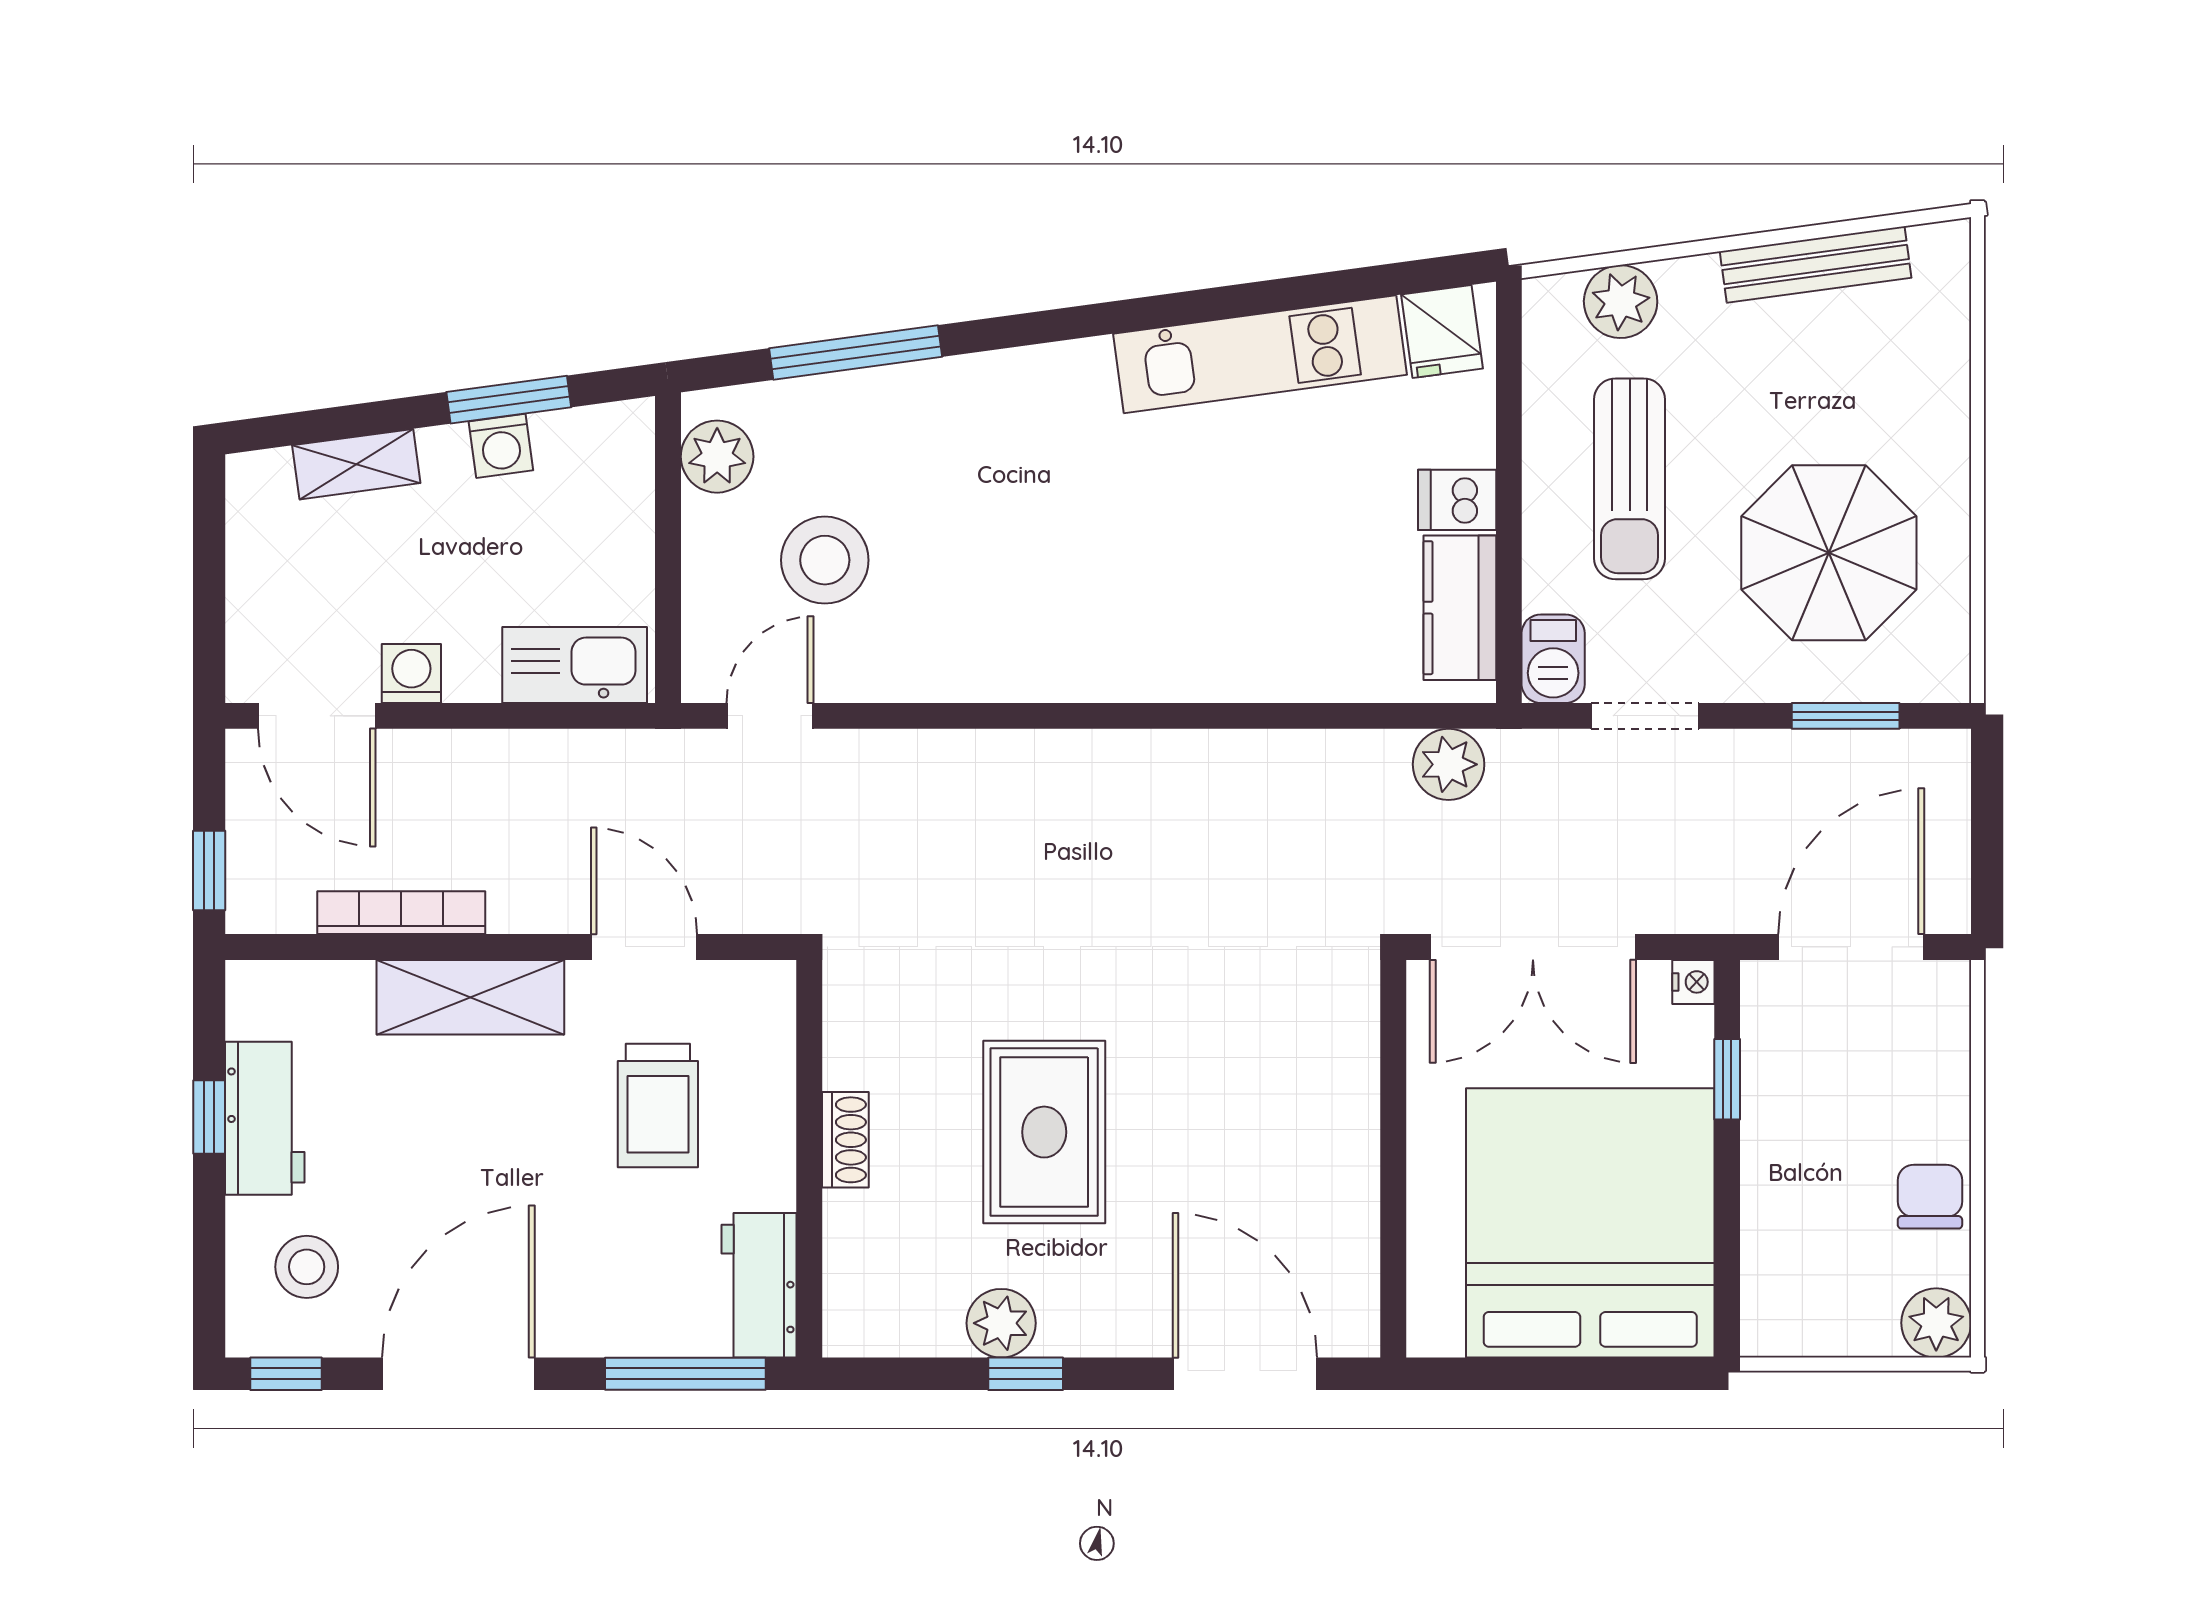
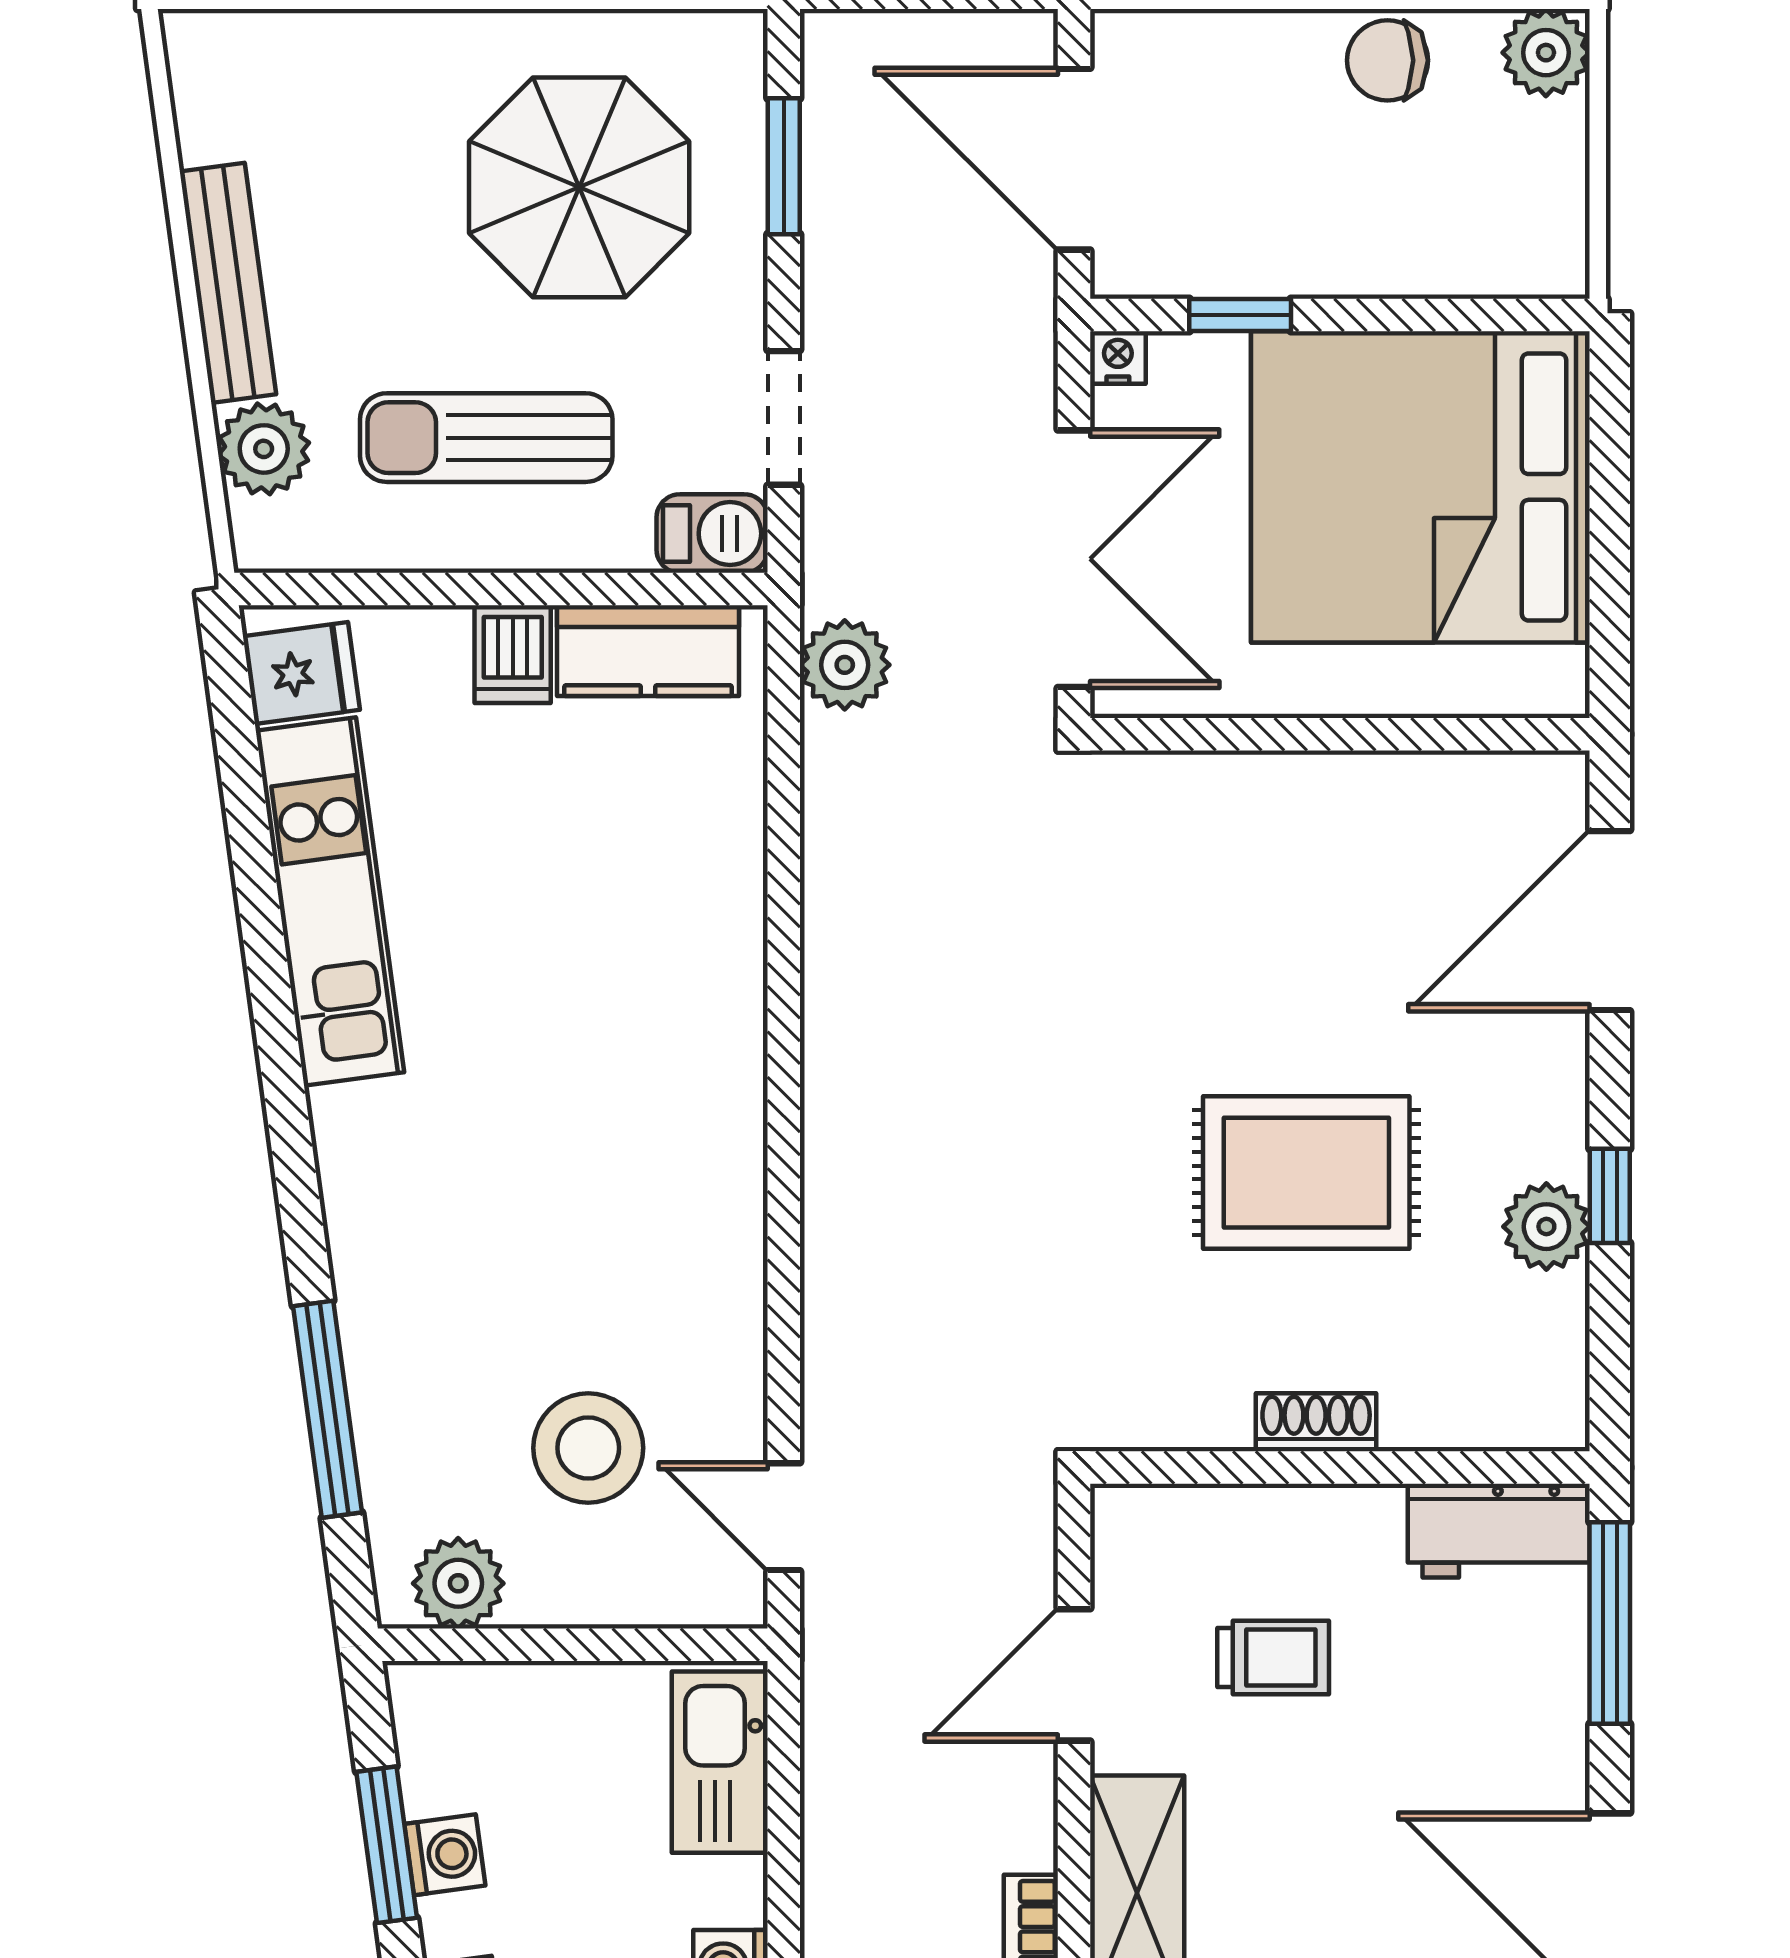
bench: (1816, 265) -> (228, 283), moved
sun lounger: (1630, 479) -> (486, 438), turned 180
trolley: (658, 1106) -> (1273, 1657), width x0.73, depth x0.72

